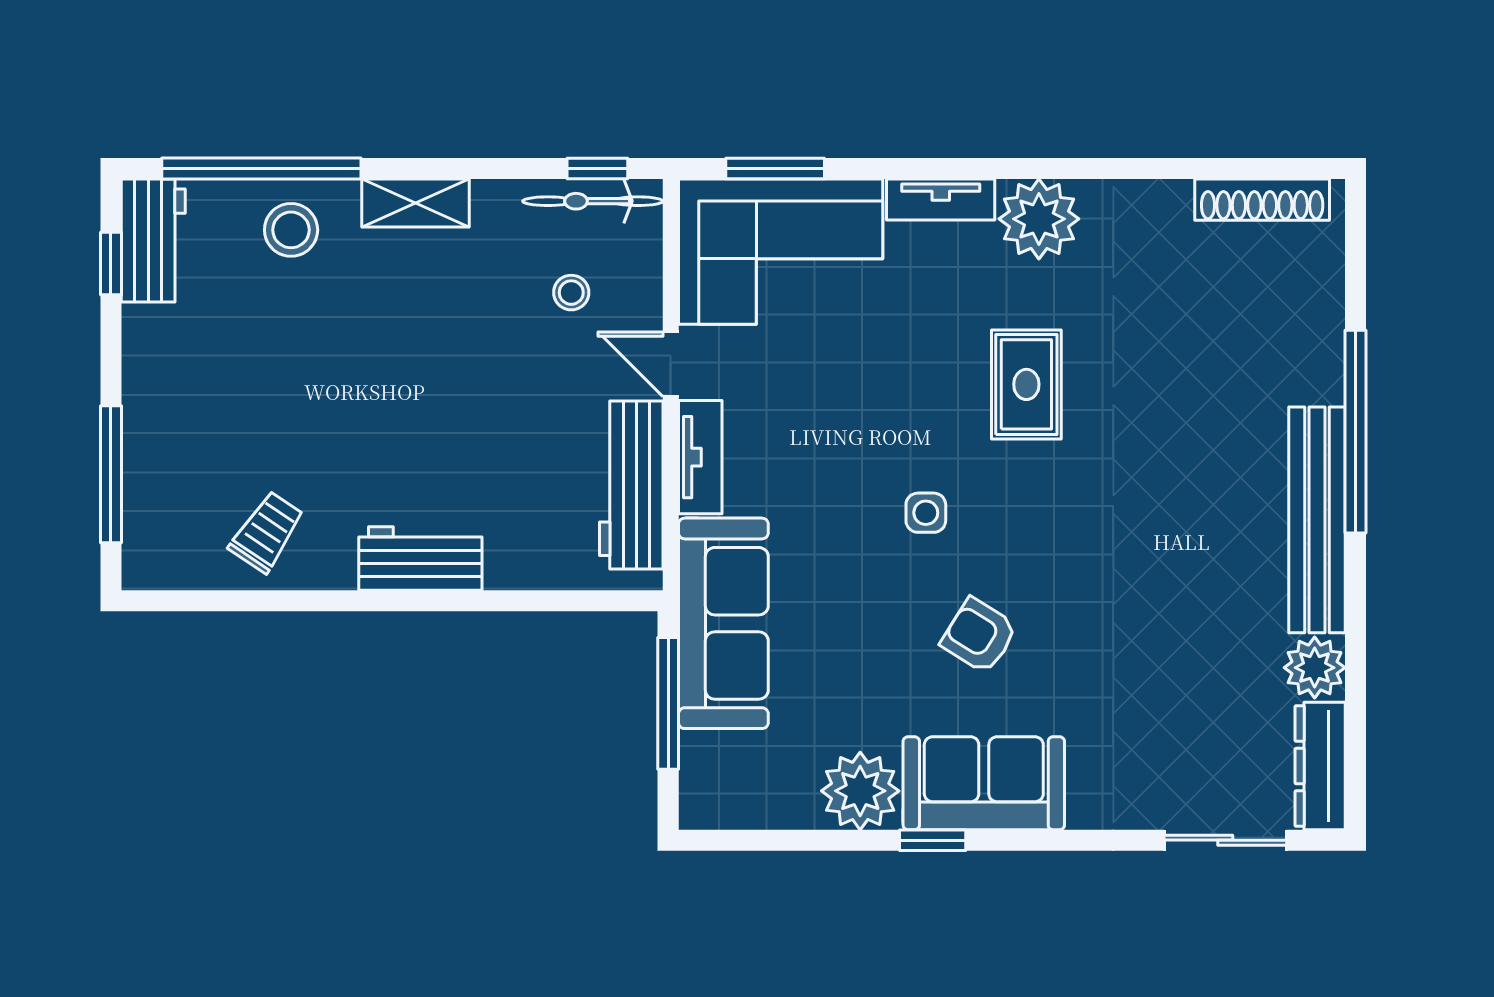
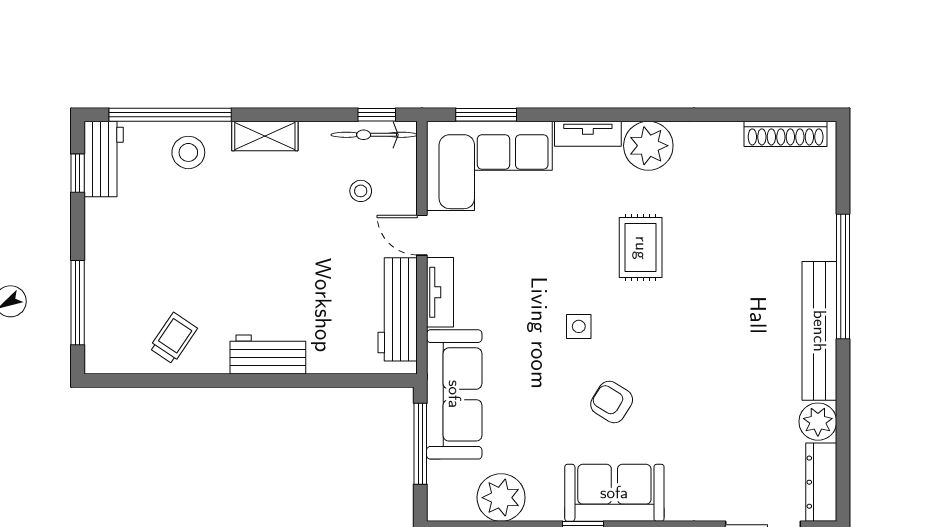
plant: (860, 791) -> (501, 498), moved

